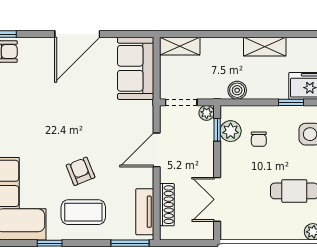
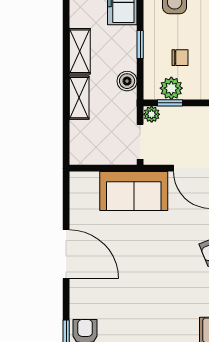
shelving: (180, 46) -> (79, 98), moved
sofa: (136, 68) -> (134, 191), moved
window: (291, 102) -> (140, 45), moved

